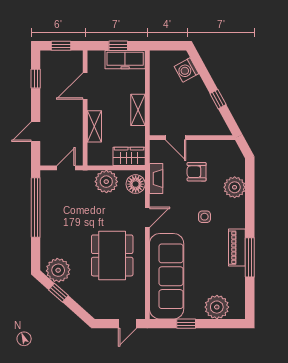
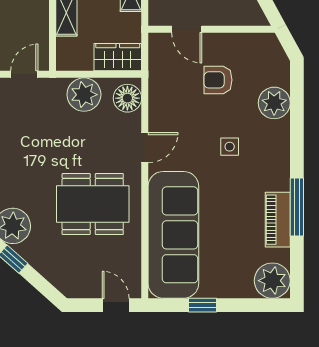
fireplace: (156, 179) -> (158, 90), removed
piano: (237, 248) -> (278, 220), moved
dining table: (112, 255) -> (93, 204), turned 90
plant: (217, 307) -> (272, 281), moved
door: (128, 324) -> (116, 305), swing flipped

